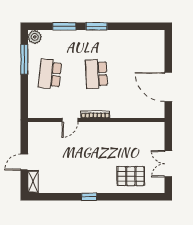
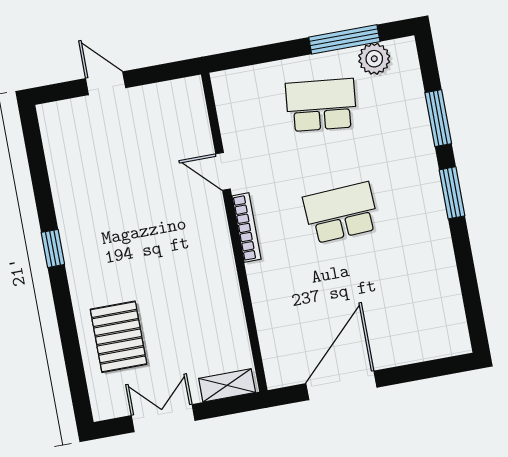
plant: (35, 37) -> (374, 59), moved
shelving: (33, 182) -> (227, 385), moved

